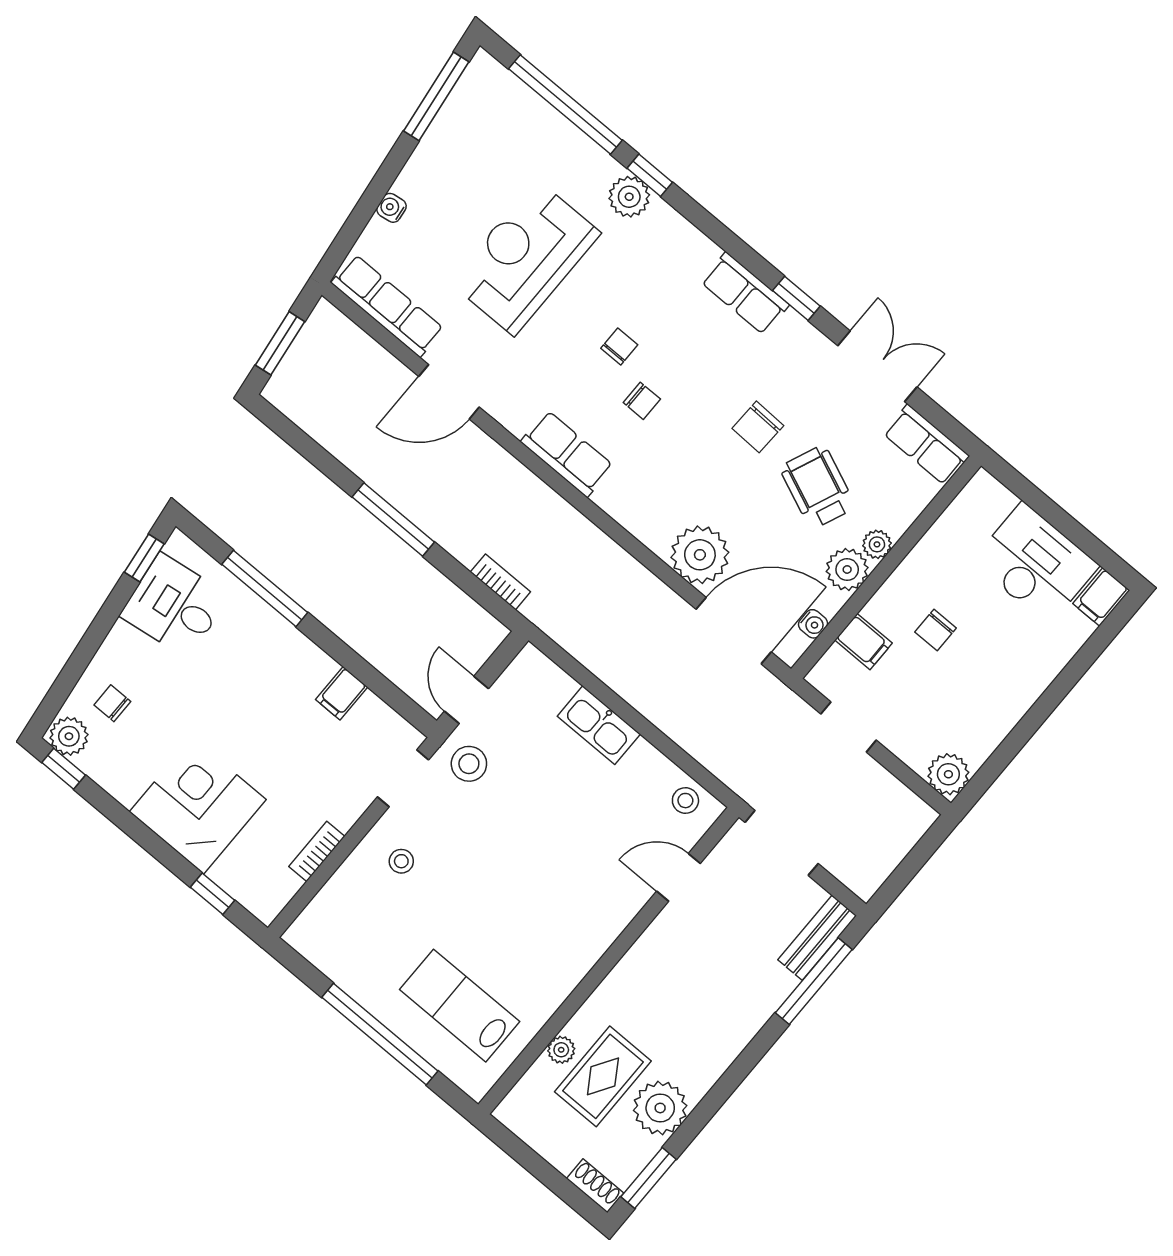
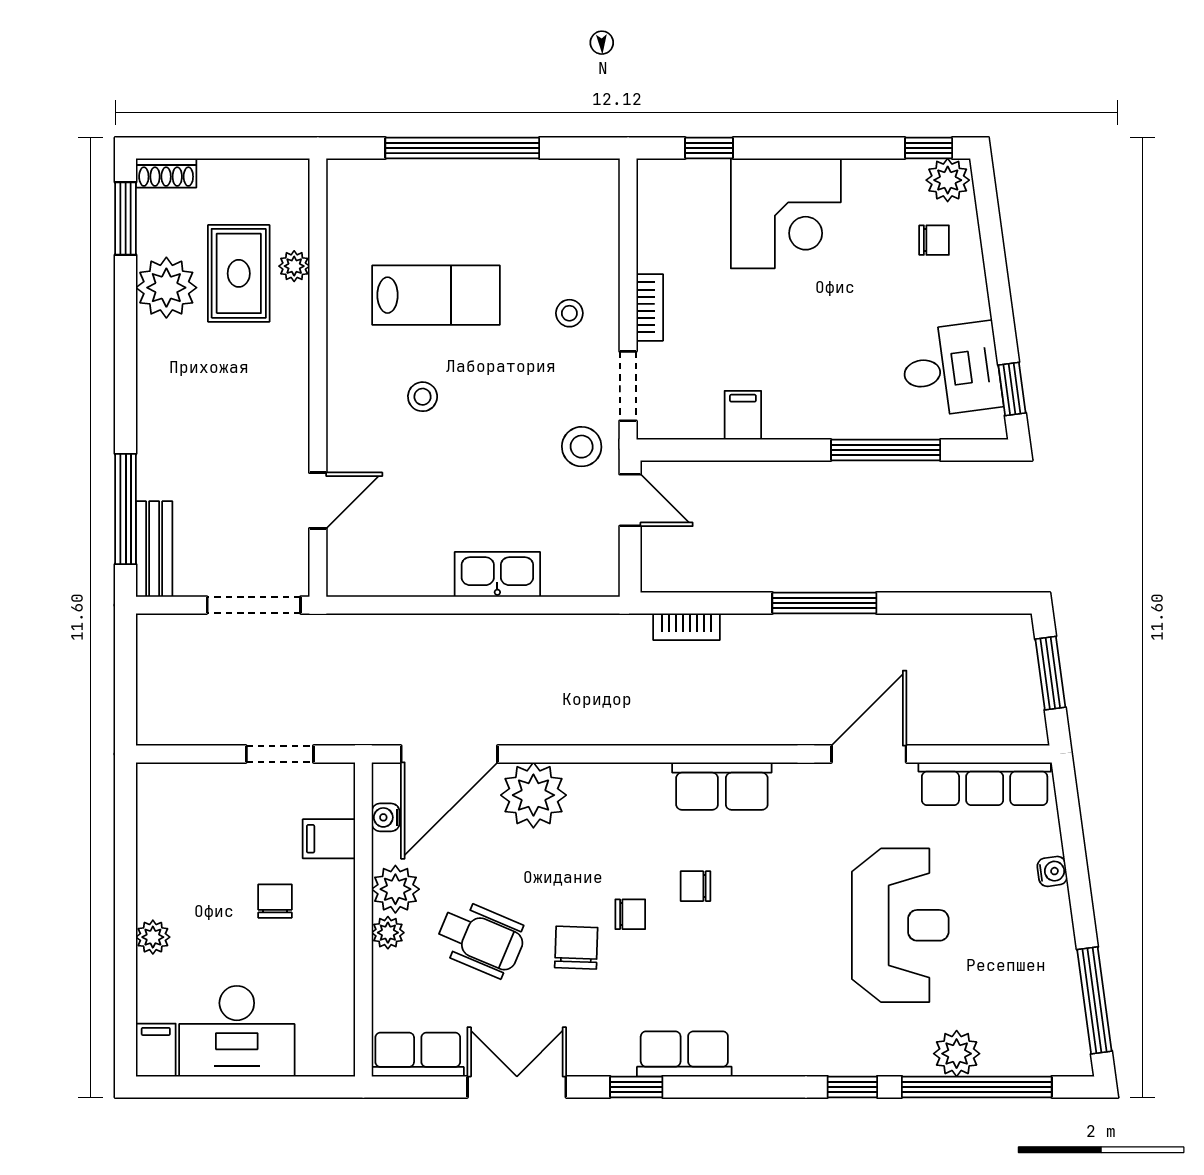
plant: (629, 197) -> (957, 1054), moved
chair: (619, 347) -> (630, 914), moved, turned -90
double door: (877, 366) -> (517, 1087), swing flipped
plant: (948, 774) -> (153, 937), moved, width x0.73, depth x0.73
stool: (685, 801) -> (423, 397), moved
bookcase: (317, 851) -> (650, 307), moved
lab bench: (460, 1006) -> (436, 295), moved

